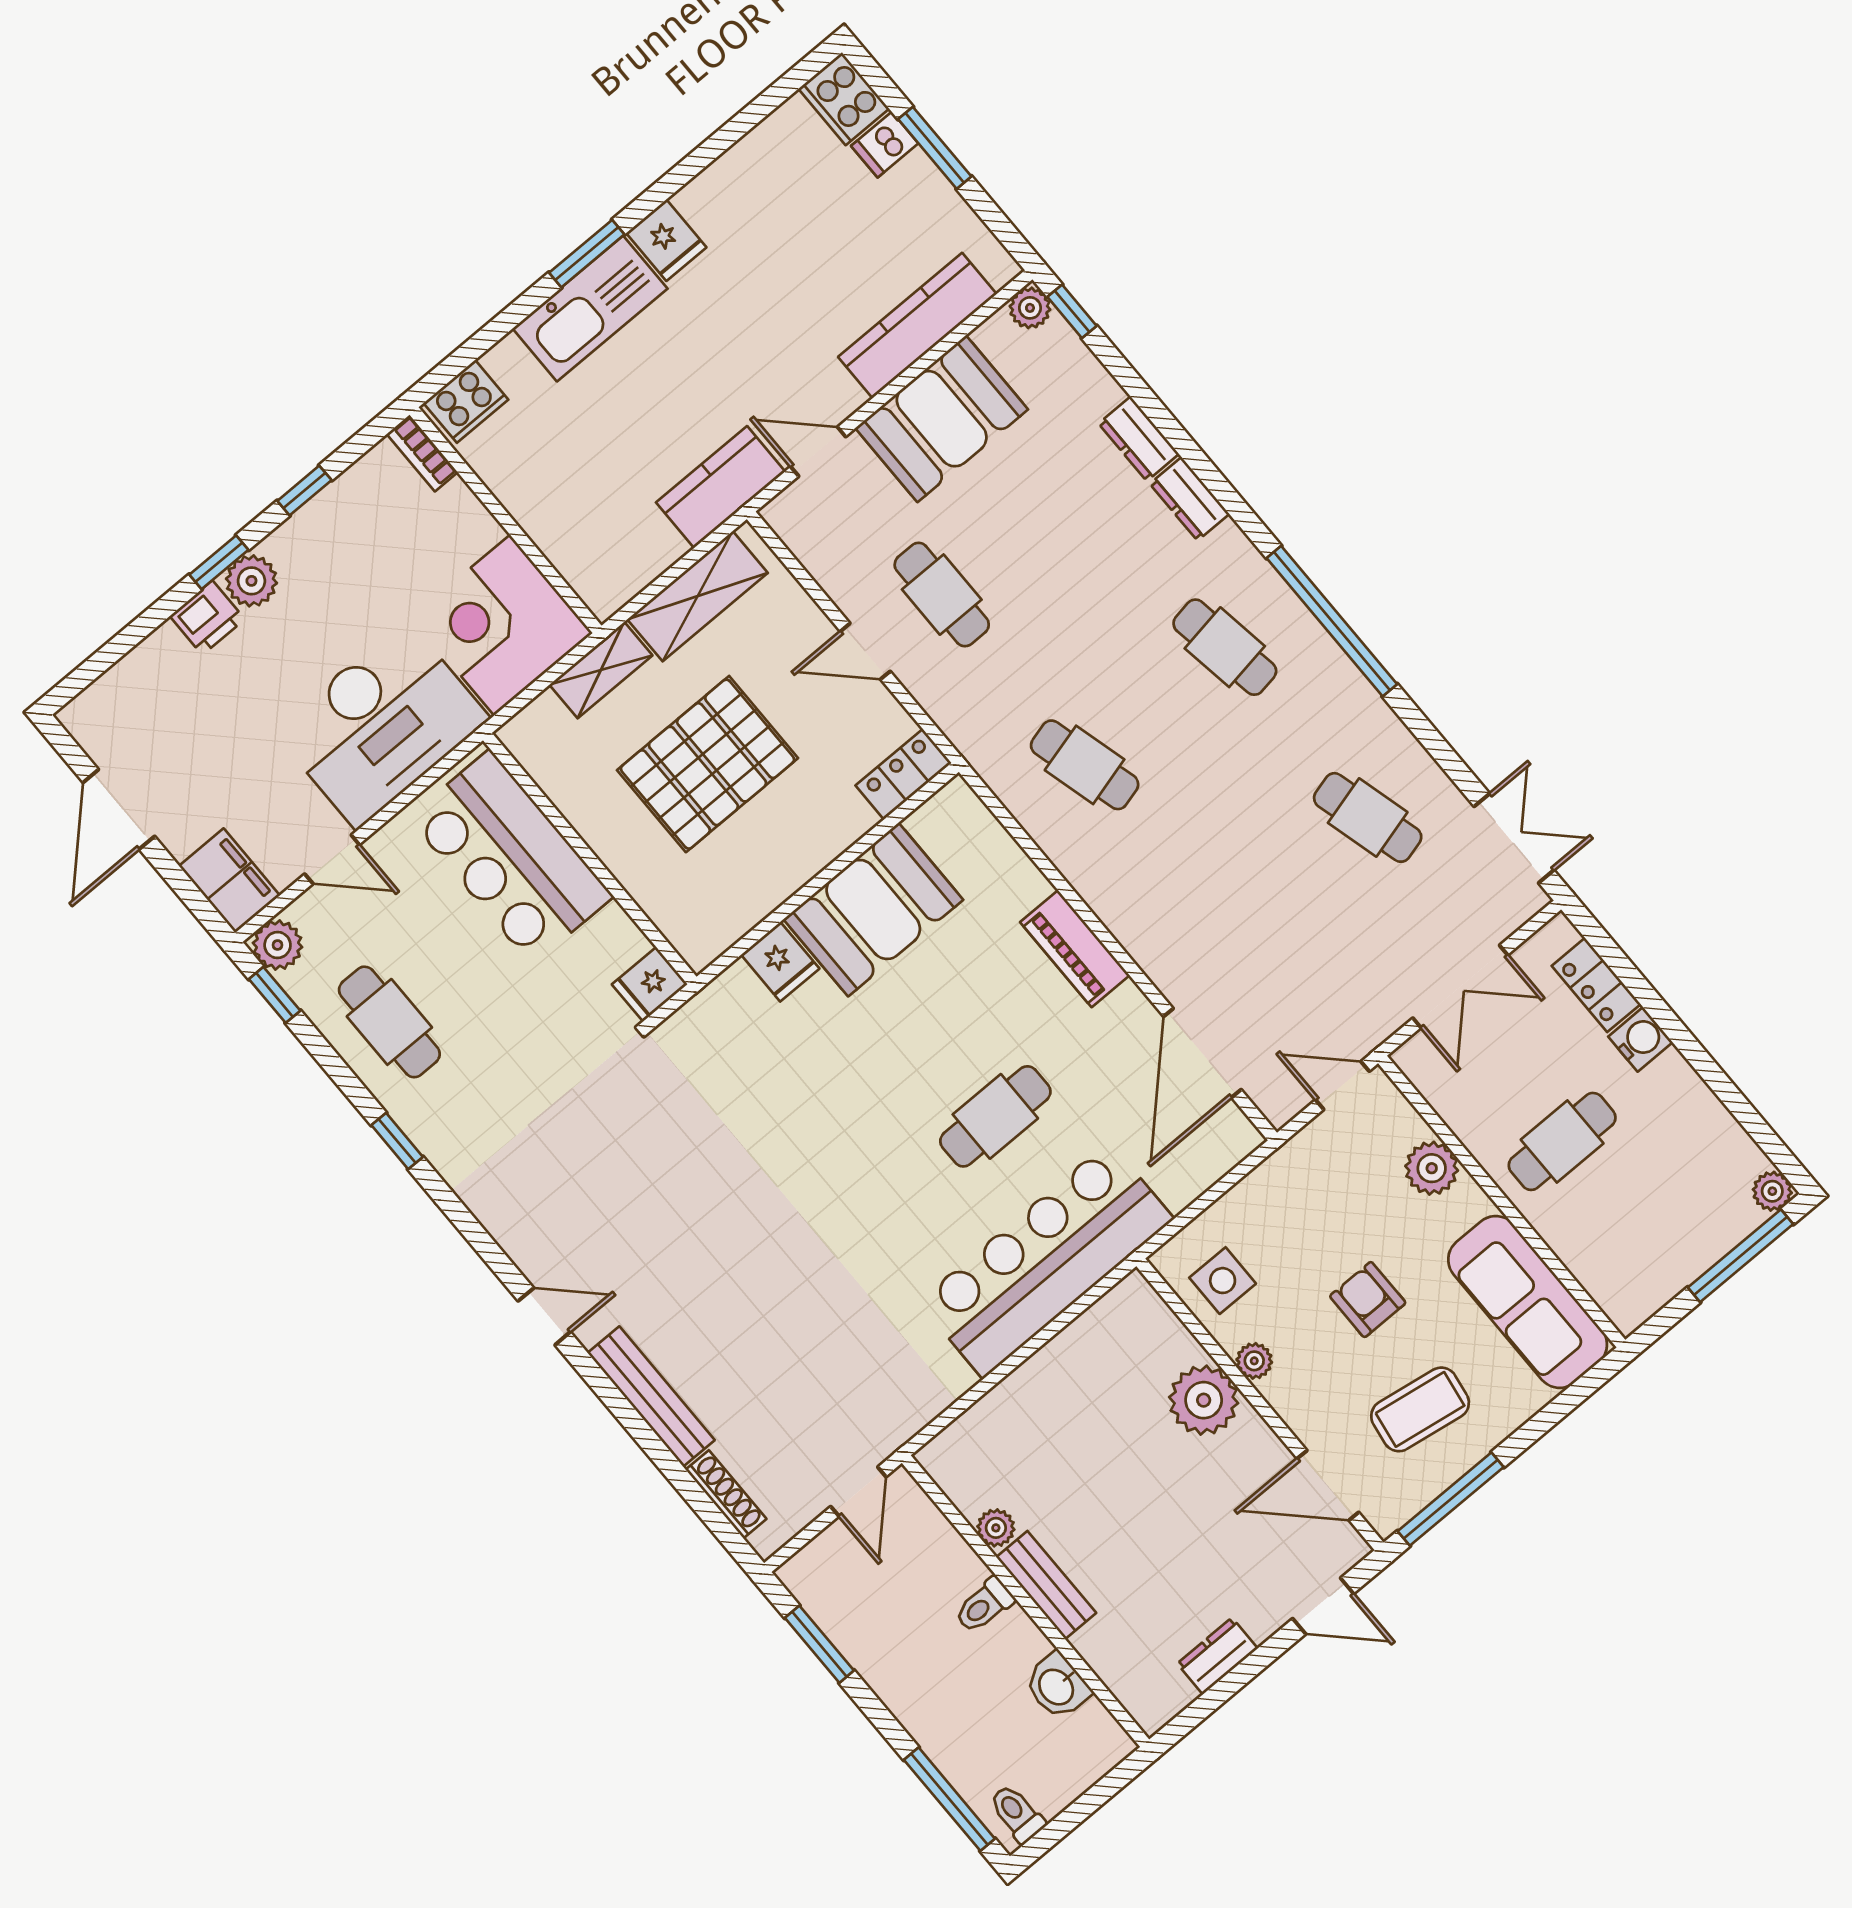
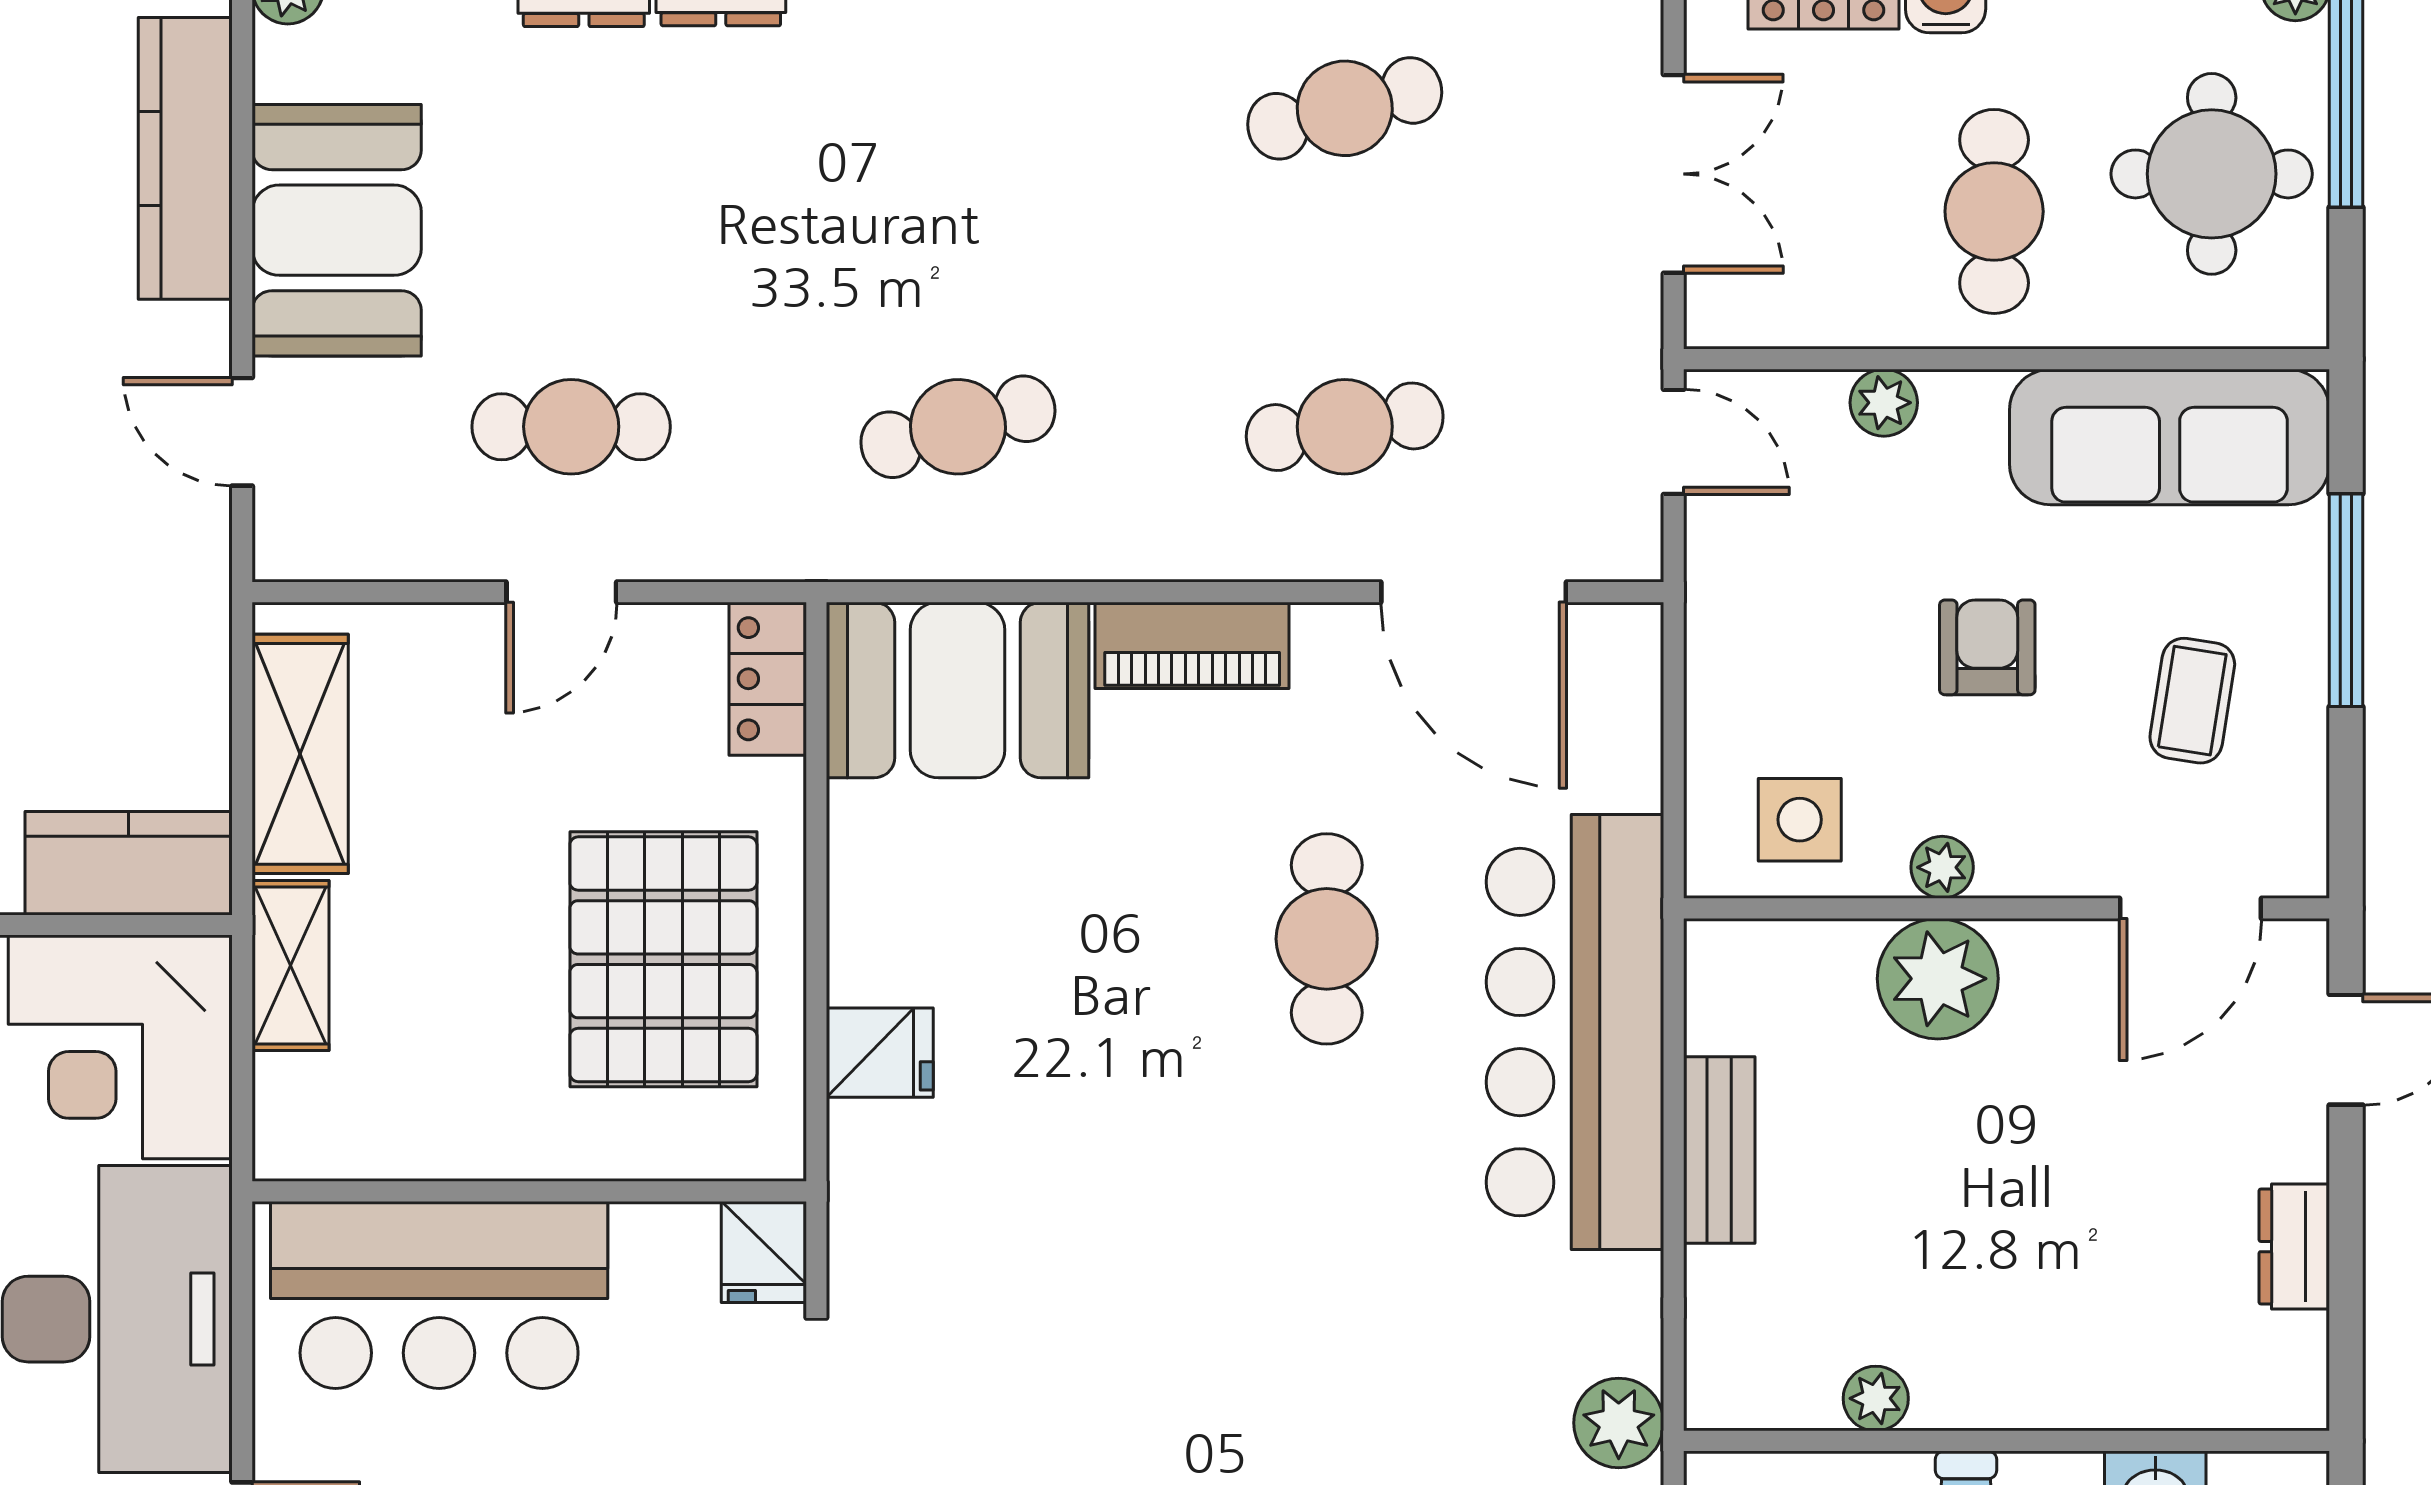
door: (818, 452) -> (242, 432), hinge flipped
kitchen counter: (721, 487) -> (129, 863), moved, turned 90
cafe table: (1225, 647) -> (1345, 427), moved
pallet: (708, 764) -> (663, 959), moved
booth: (873, 909) -> (957, 690), moved, turned 90
door: (1342, 1086) -> (1674, 442), swing flipped
plant: (1432, 1168) -> (1884, 403), width x0.73, depth x0.73
round table: (1659, 1223) -> (2212, 174), added
armchair: (1368, 1300) -> (1987, 647), turned 90
coffee table: (1420, 1409) -> (2192, 701), width x0.73, depth x0.77
plant: (890, 1424) -> (1619, 1423), added
window: (1451, 1499) -> (2346, 600), moved
bench: (1046, 1585) -> (1719, 1150), moved, turned 90

